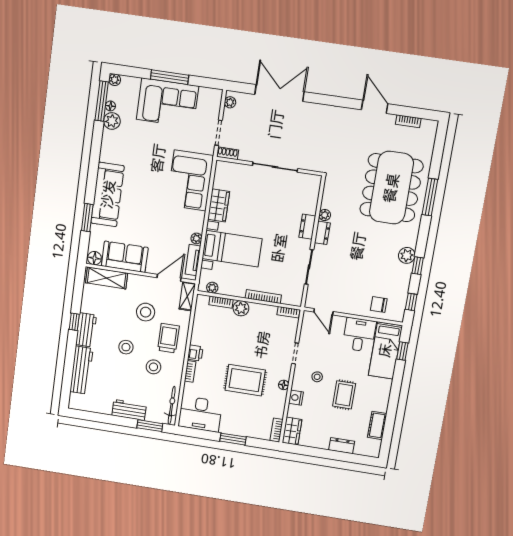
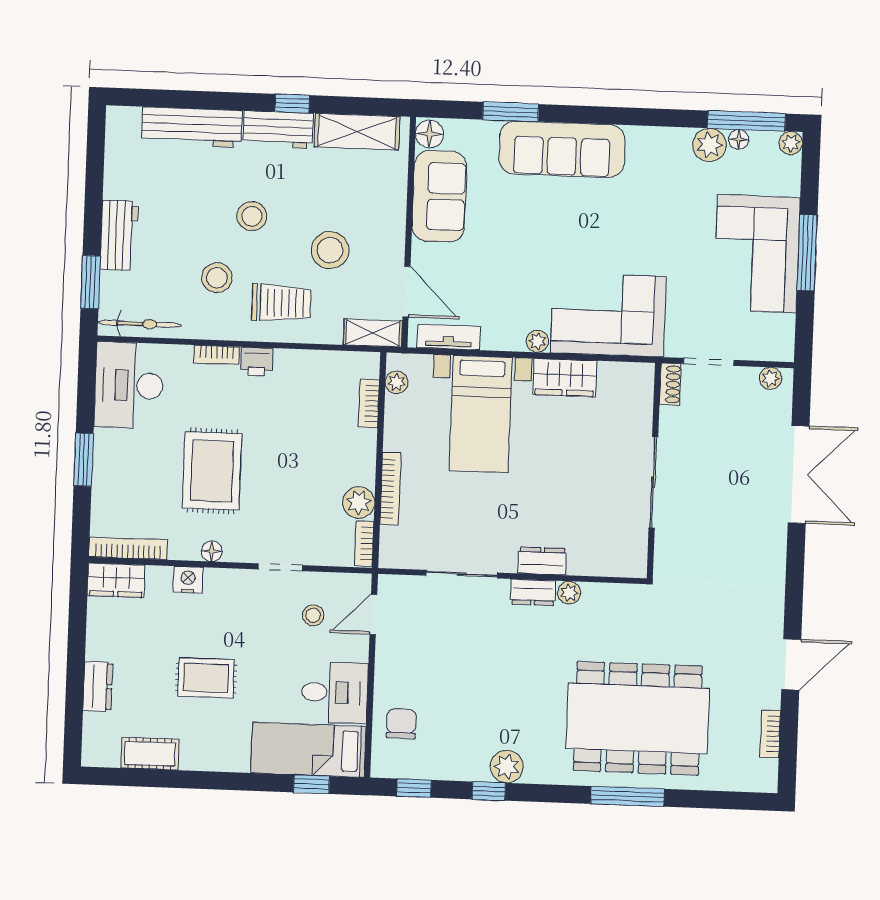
plant: (196, 238) -> (537, 341), moved
shelving: (107, 278) -> (357, 132), moved, turned 90
plant: (241, 308) -> (359, 502), moved
stool: (317, 377) -> (313, 615), moved
bookcase: (276, 430) -> (128, 548), width x1.56

